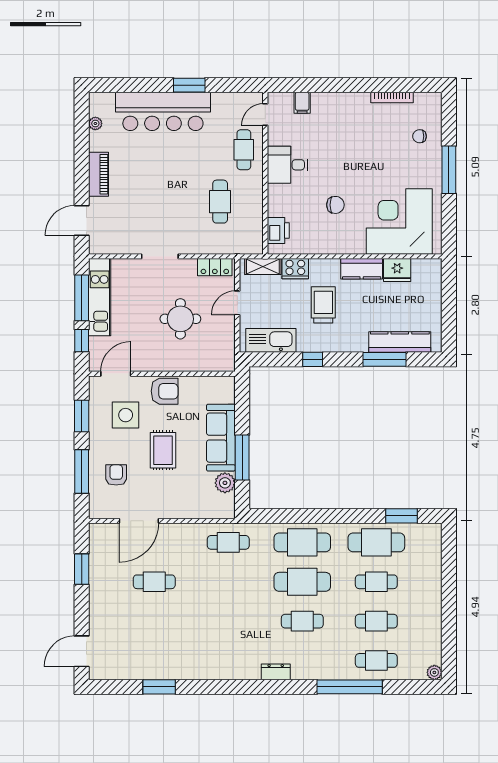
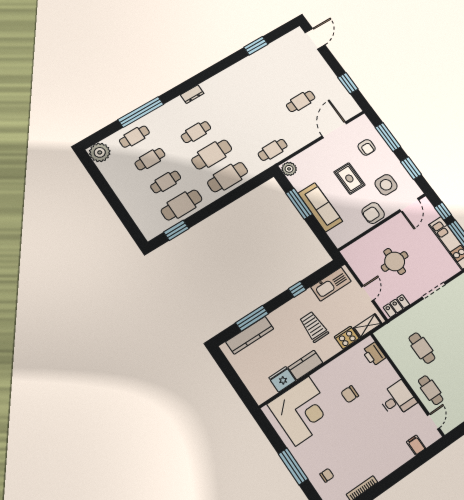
trolley: (323, 305) -> (314, 327), turned 180
plant: (225, 483) -> (289, 169), moved
plant: (434, 672) -> (100, 152), width x1.87, depth x1.87

